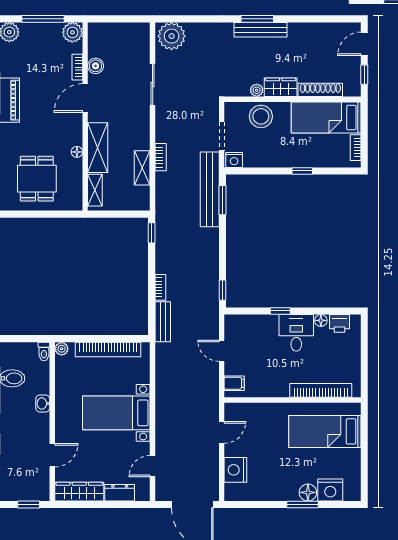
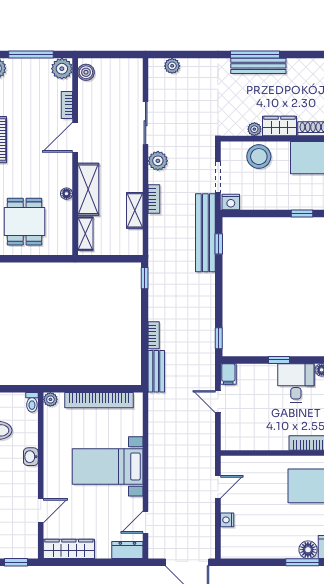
window: (257, 19) -> (255, 55), width x1.44
plant: (172, 36) -> (172, 66), width x0.53, depth x0.53
boiler: (96, 66) -> (86, 72), moved
plant: (164, 121) -> (158, 161), added
window: (223, 200) -> (219, 244), width x0.67
filing cabinet: (234, 383) -> (228, 374), moved, turned 90
nightstand: (235, 470) -> (227, 520), width x0.53, depth x0.56
dresser: (120, 493) -> (127, 550), moved

